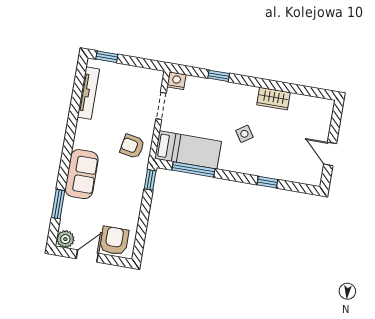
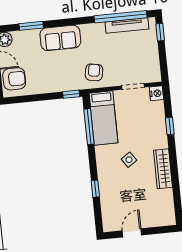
window: (76, 98) -> (121, 17), added
wardrobe: (273, 99) -> (163, 169), width x1.50

